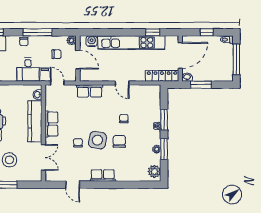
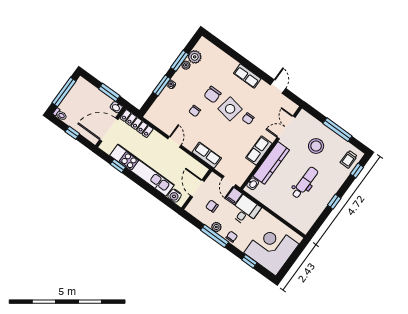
plant: (71, 40) -> (216, 227), moved
plant: (154, 171) -> (195, 57), moved

